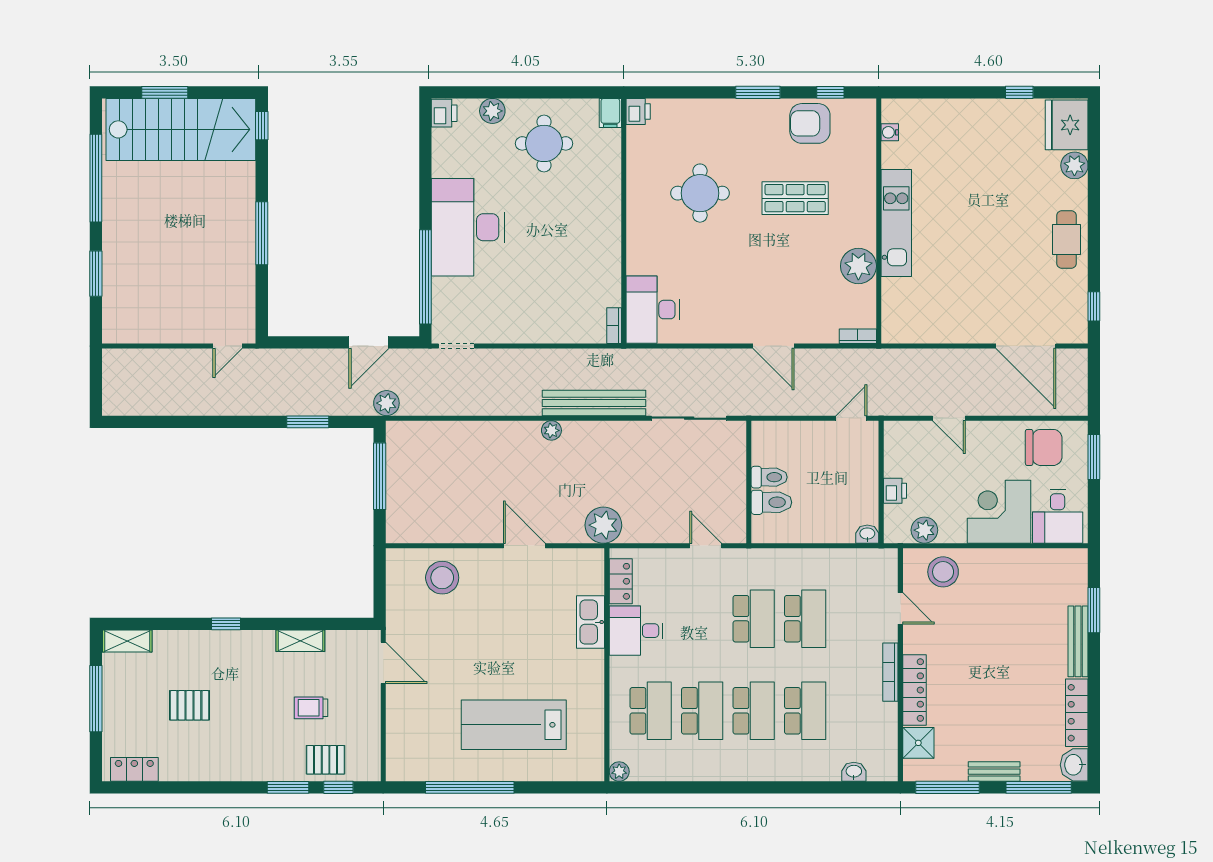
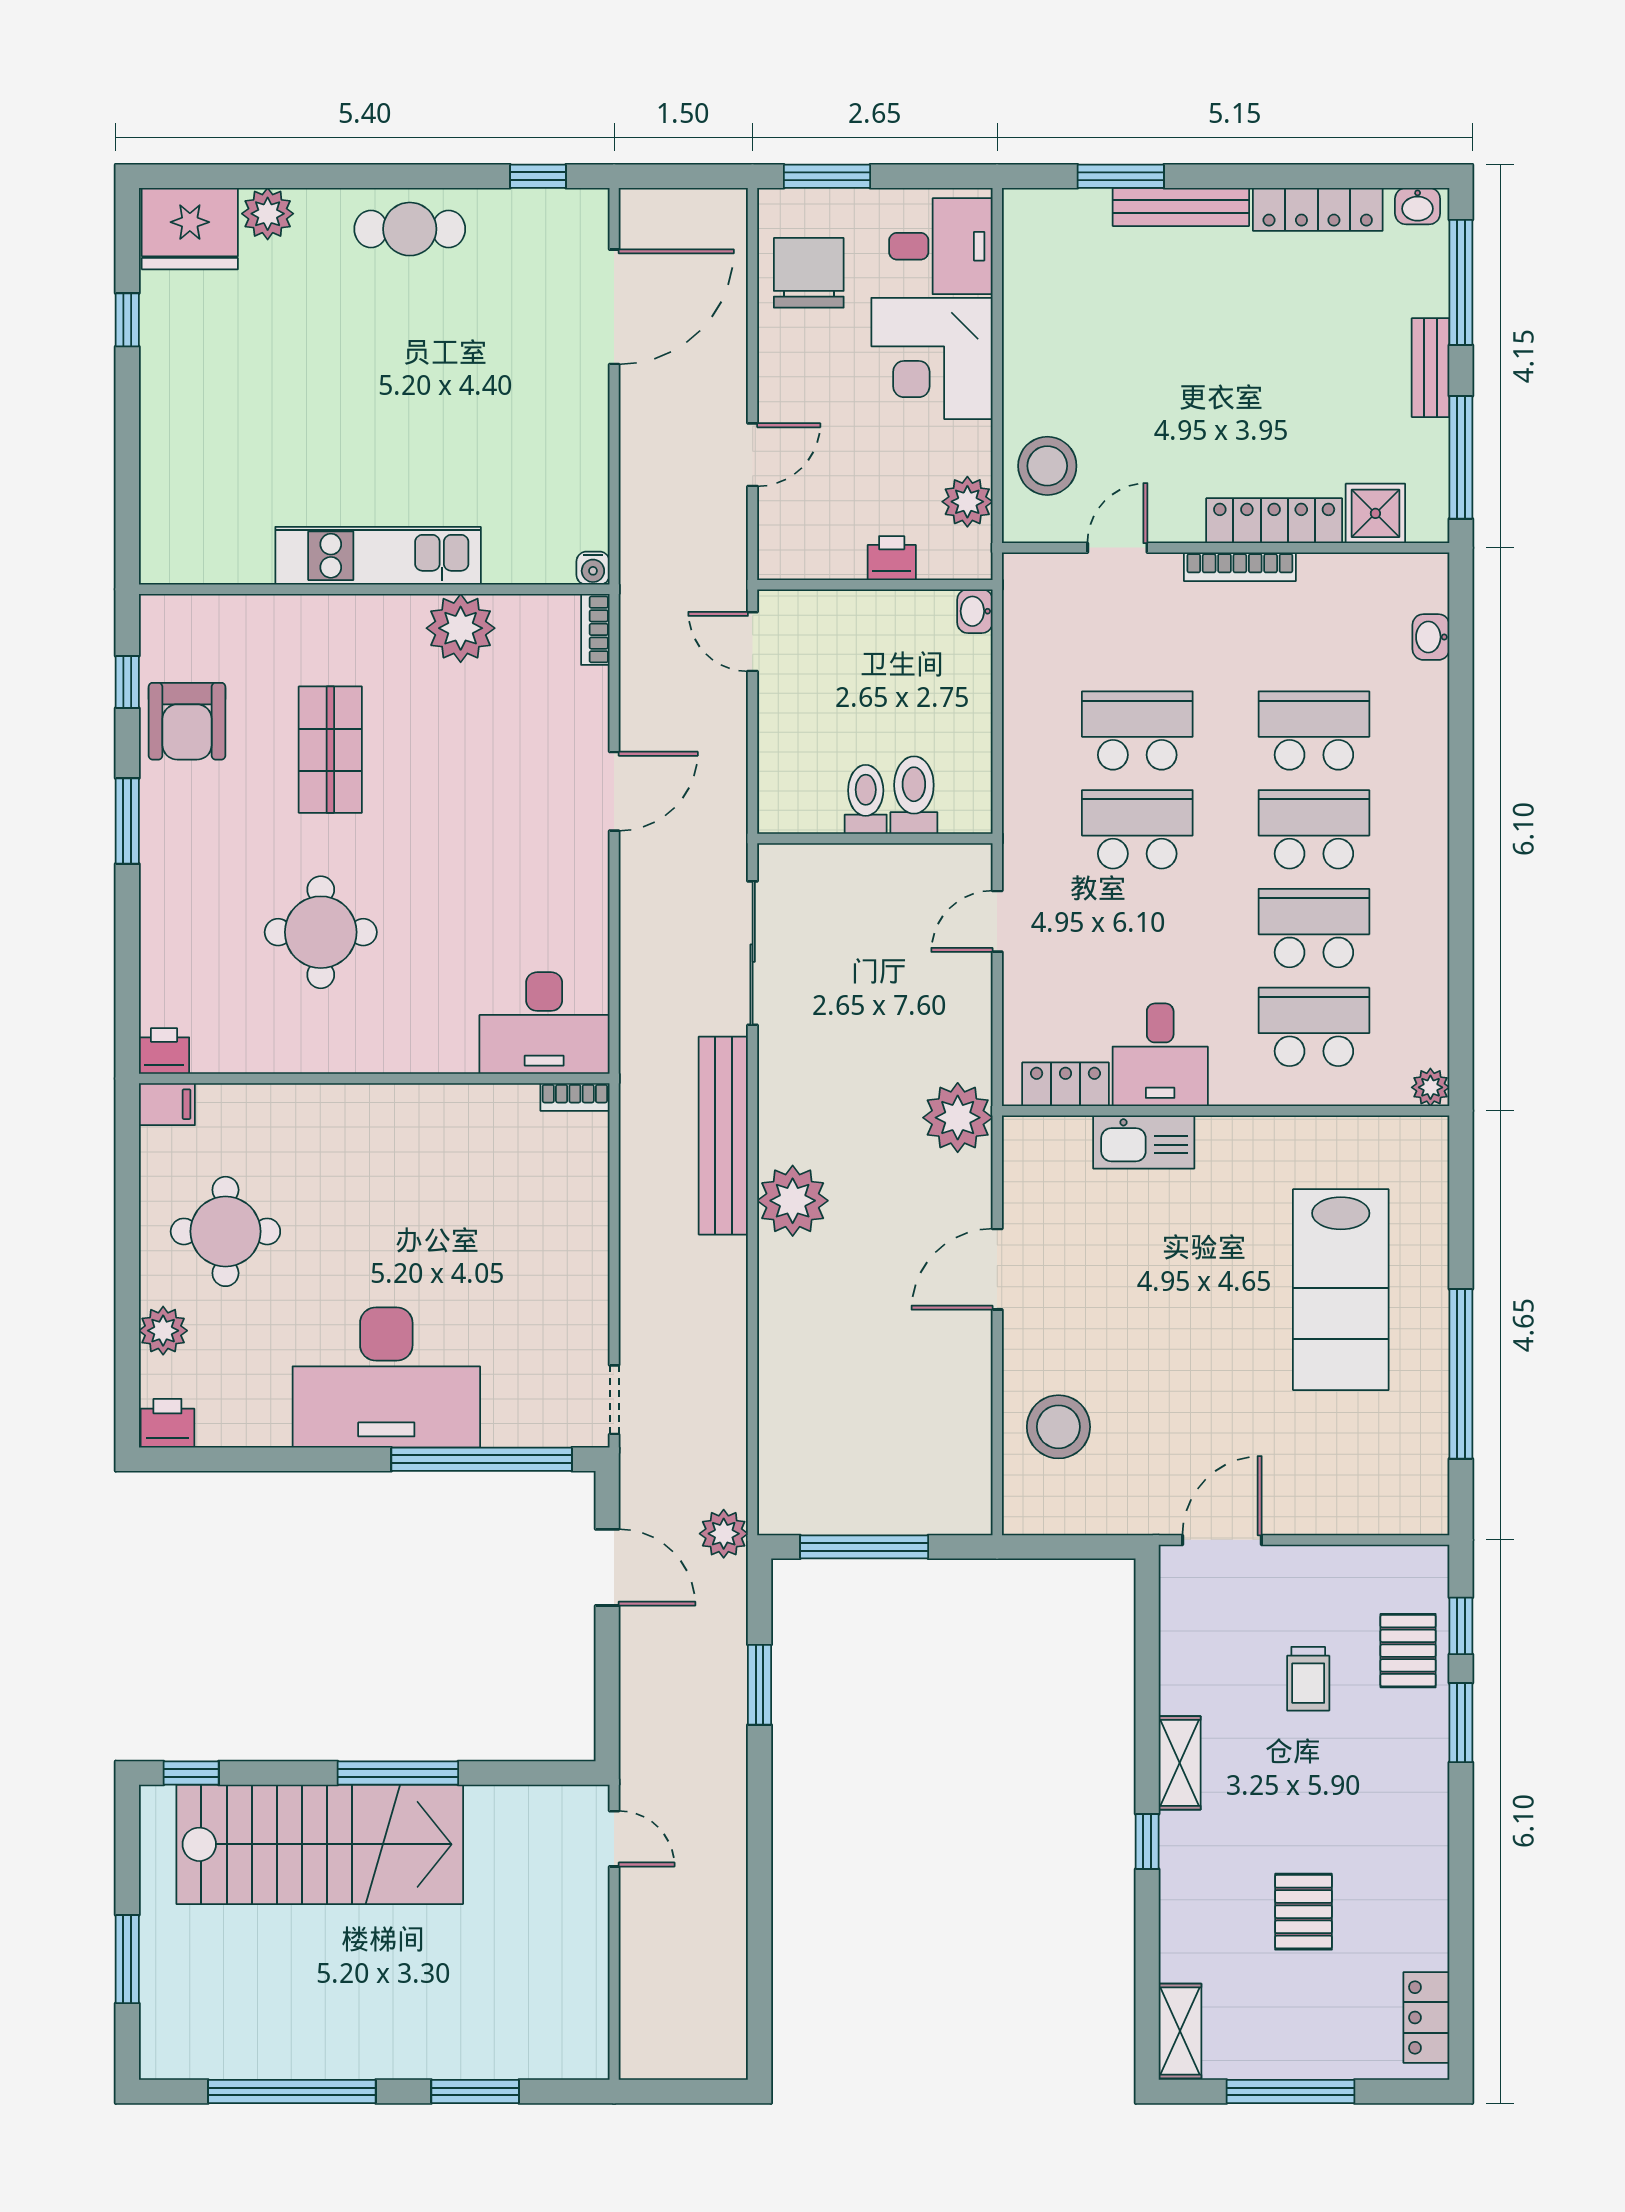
stairs: (181, 129) -> (320, 1844), moved, turned 90
water cooler: (890, 132) -> (593, 568), moved
plant: (551, 430) -> (793, 1201), width x1.87, depth x1.87
shelving: (300, 641) -> (1180, 1763), moved
washbasin: (1074, 765) -> (1418, 206), width x0.72, depth x0.69

